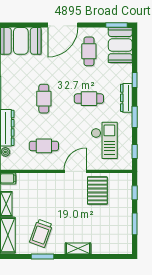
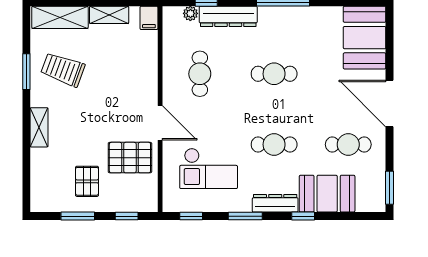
booth: (120, 45) -> (327, 194), moved
cafe table: (89, 99) -> (274, 144), turned 90
pallet: (112, 218) -> (87, 181), added

